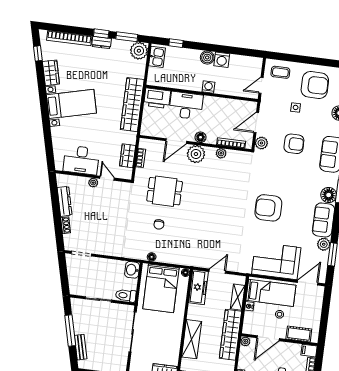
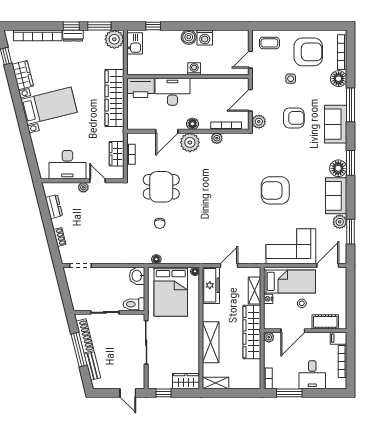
dresser: (65, 201) -> (54, 207), width x0.70
shoe rack: (77, 319) -> (85, 336), added

